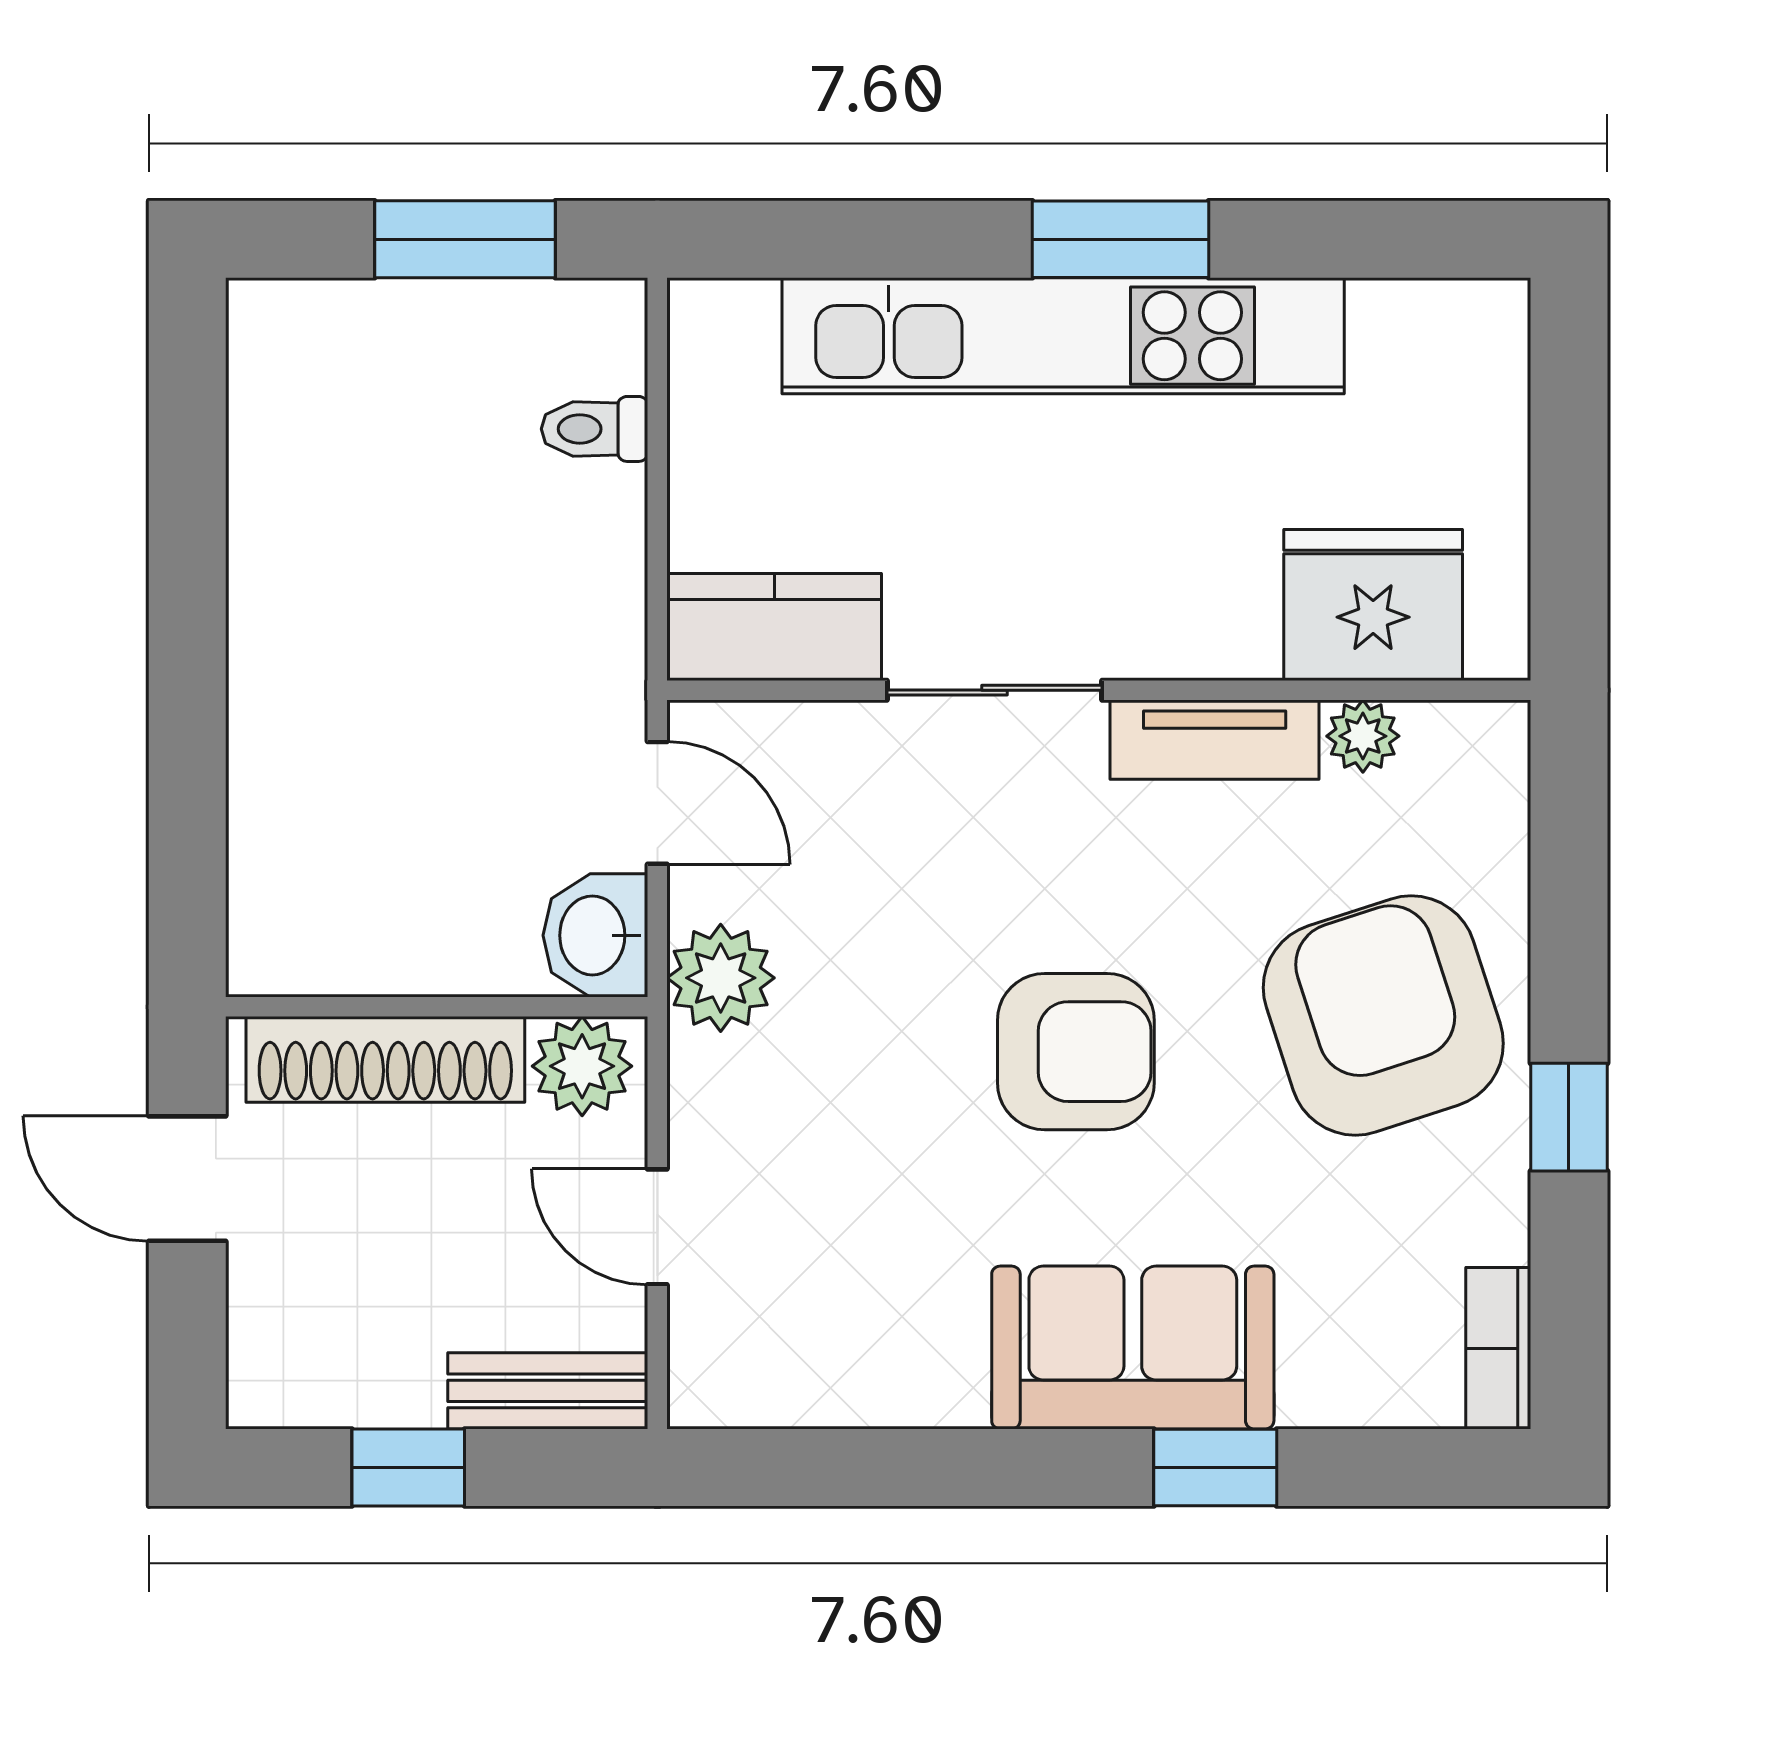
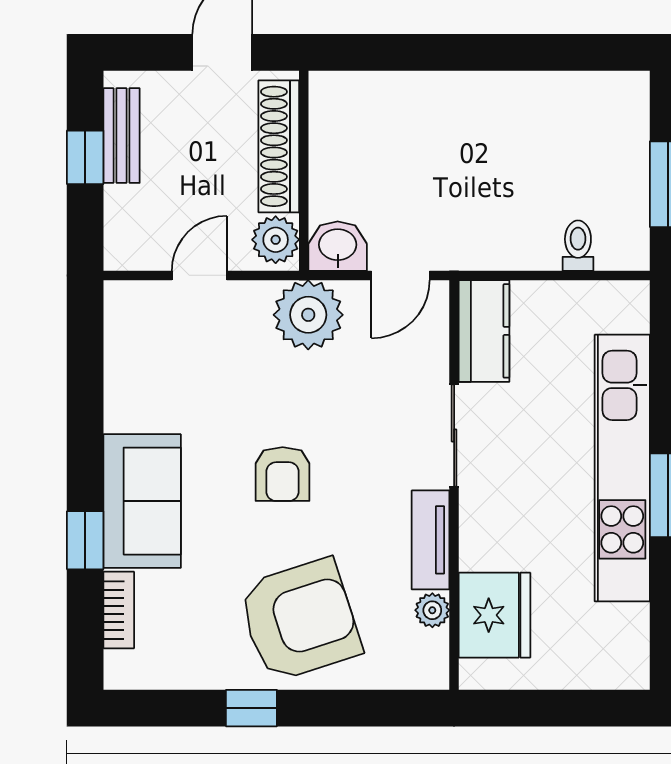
plant: (721, 978) -> (308, 315), width x1.36, depth x1.36
armchair: (1076, 1052) -> (283, 474), width x0.72, depth x0.72
bookcase: (1498, 1348) -> (119, 610), moved, turned 90
bench: (548, 1391) -> (122, 136), moved

